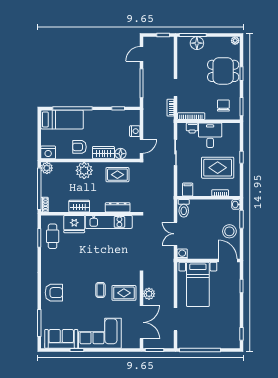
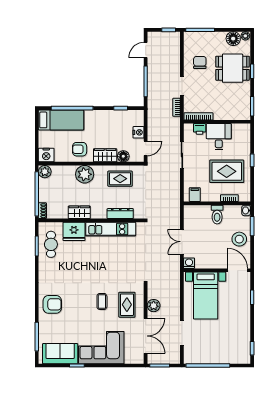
floor lamp: (197, 43) -> (233, 39), moved
chair: (223, 105) -> (200, 62), moved
toilet: (184, 208) -> (217, 215), moved
rug: (124, 293) -> (127, 305), turned 90

